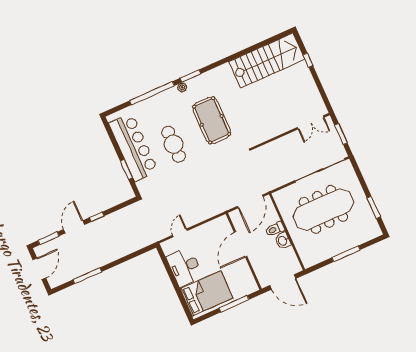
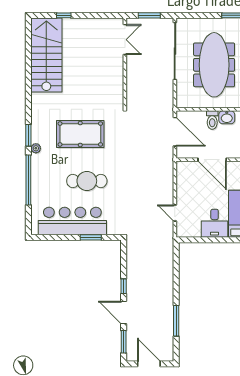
desk: (185, 267) -> (215, 223), width x0.73

